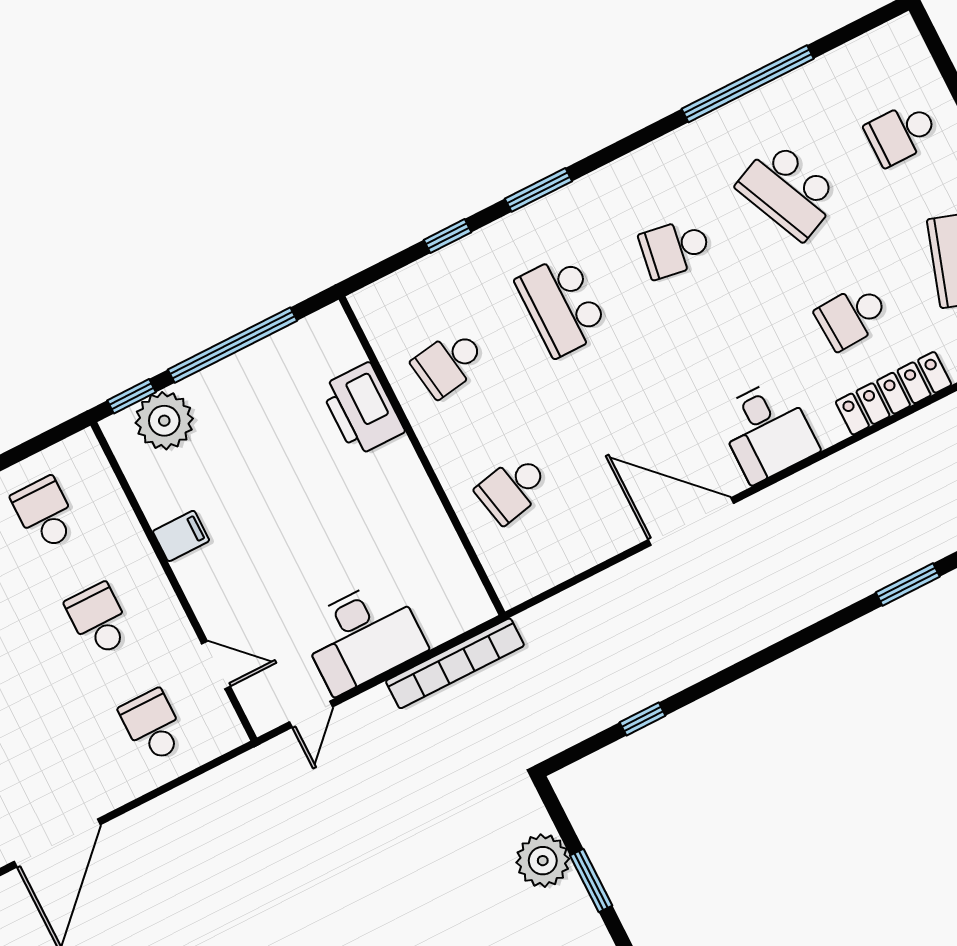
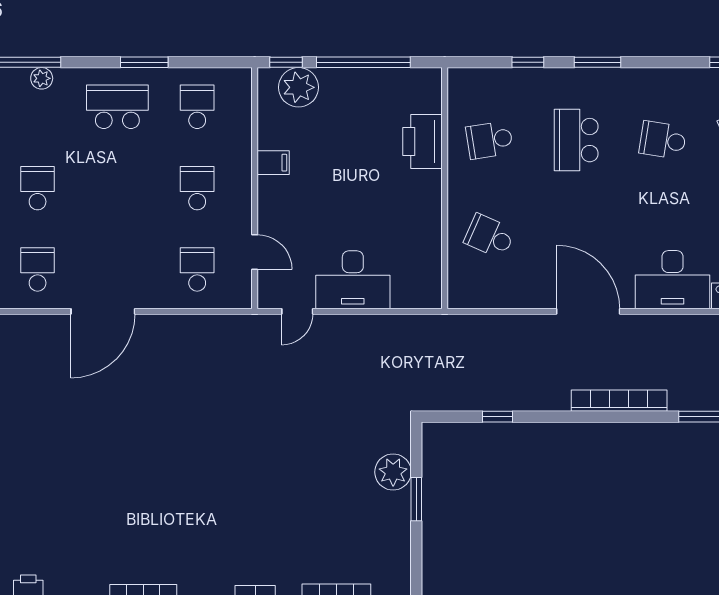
desk: (767, 431) -> (672, 280), width x1.37
school desk: (513, 489) -> (490, 236), turned 36
bookcase: (455, 663) -> (619, 401), moved, turned 180

